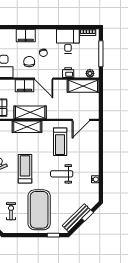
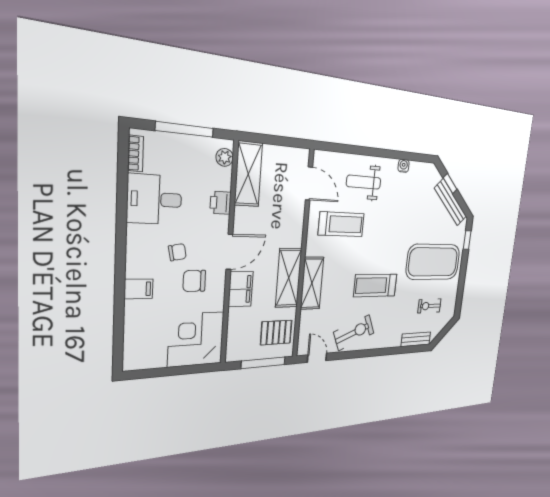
filing cabinet: (26, 36) -> (139, 289), width x0.50
weight bench: (62, 174) -> (364, 182), moved, turned 90

